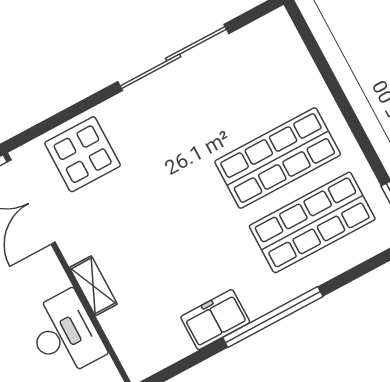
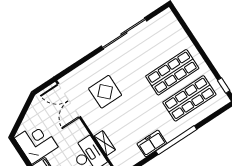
display table: (83, 154) -> (105, 92), moved
shelving: (93, 286) -> (105, 143), moved

